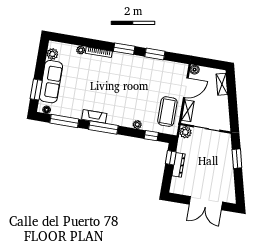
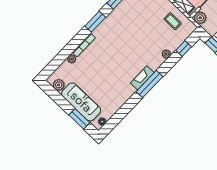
coffee table: (167, 112) -> (173, 21), width x0.54, depth x0.58
fireplace: (94, 116) -> (142, 78), moved
window: (64, 121) -> (122, 113), removed

